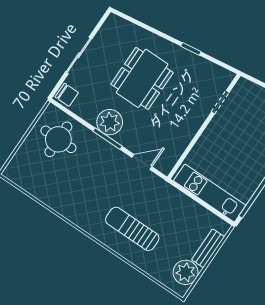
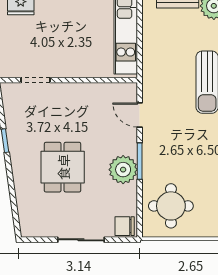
dining table: (142, 78) -> (63, 167), width x0.73
chair: (67, 95) -> (125, 226), turned -90

